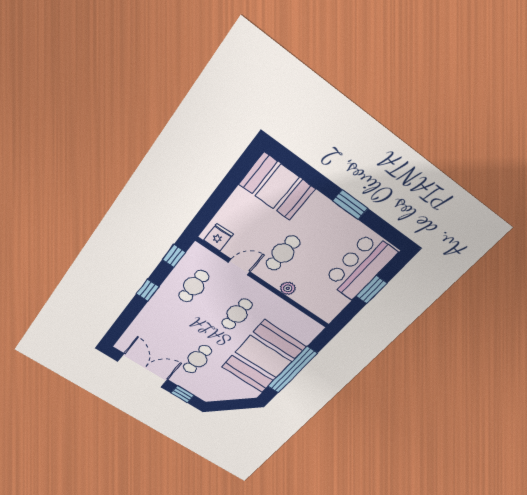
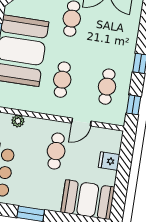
fridge: (218, 237) -> (109, 161), moved, turned 90
plant: (288, 288) -> (18, 121), moved

